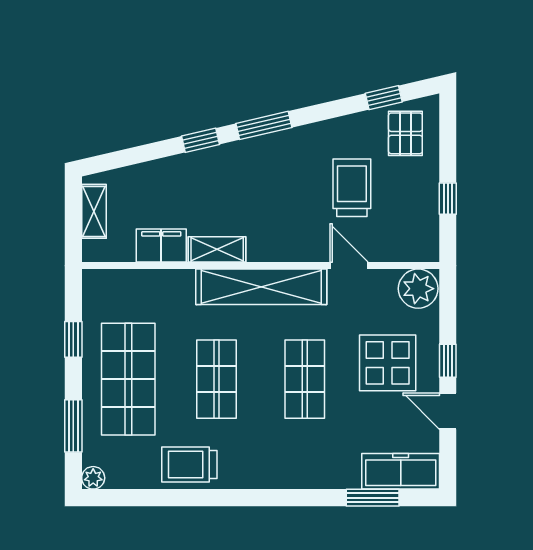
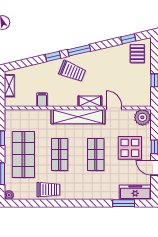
trolley: (352, 188) -> (72, 71), moved, turned 112
filing cabinet: (161, 246) -> (42, 100), width x0.50
shelving: (217, 249) -> (90, 101), moved
trolley: (189, 464) -> (48, 190), turned 180

